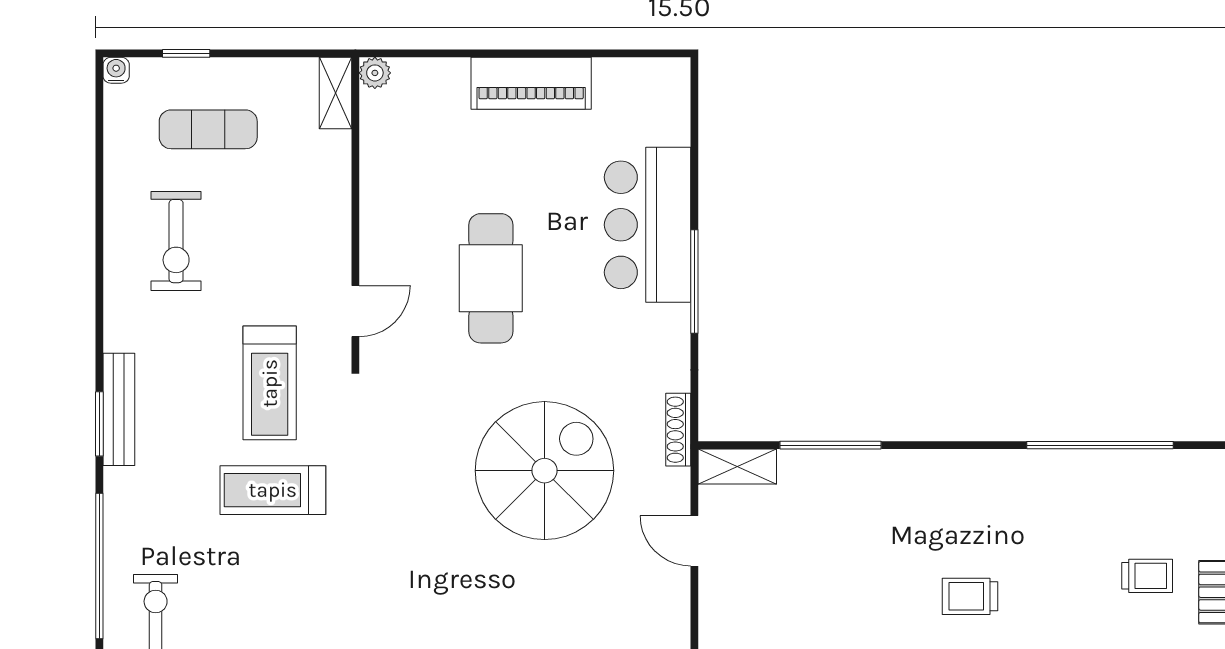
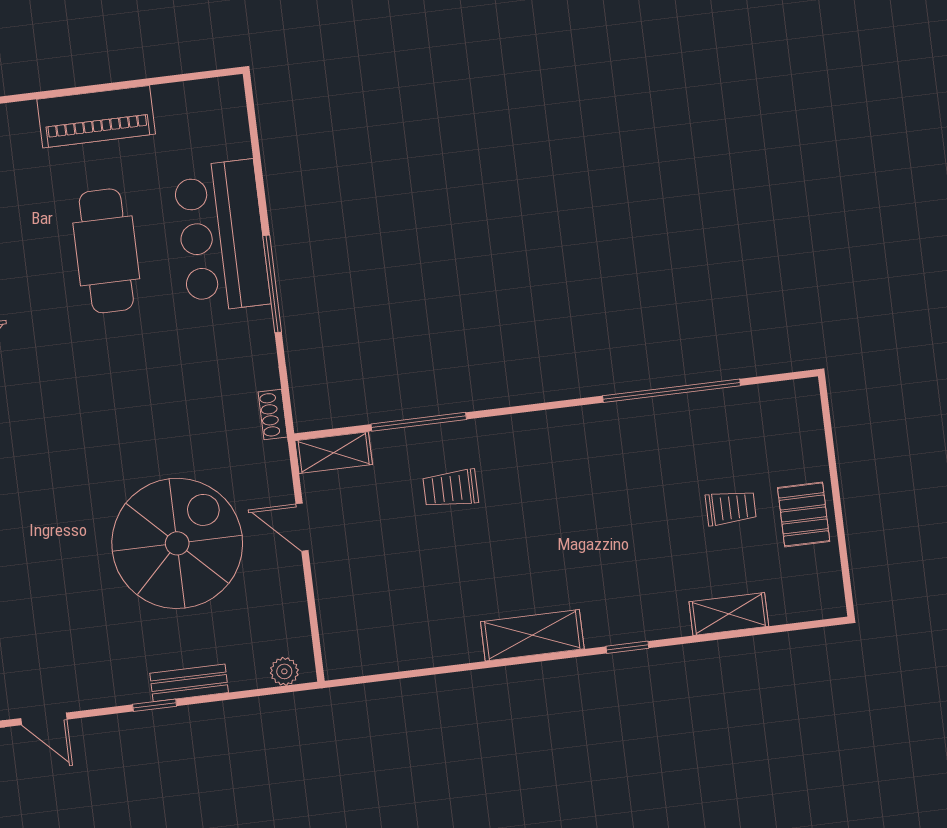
cafe table: (491, 278) -> (106, 251), moved
shoe rack: (678, 430) -> (273, 414), width x0.70
spiral stairs: (544, 471) -> (177, 543), moved
trolley: (970, 596) -> (451, 489), moved

